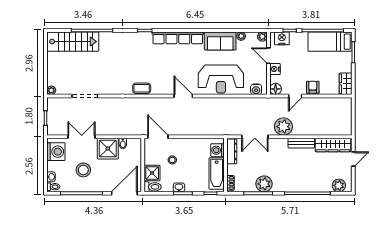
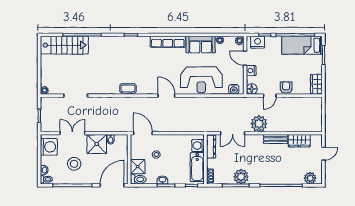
row of seats: (178, 38) -> (168, 42), width x0.73
wardrobe: (333, 145) -> (299, 141), width x0.67

